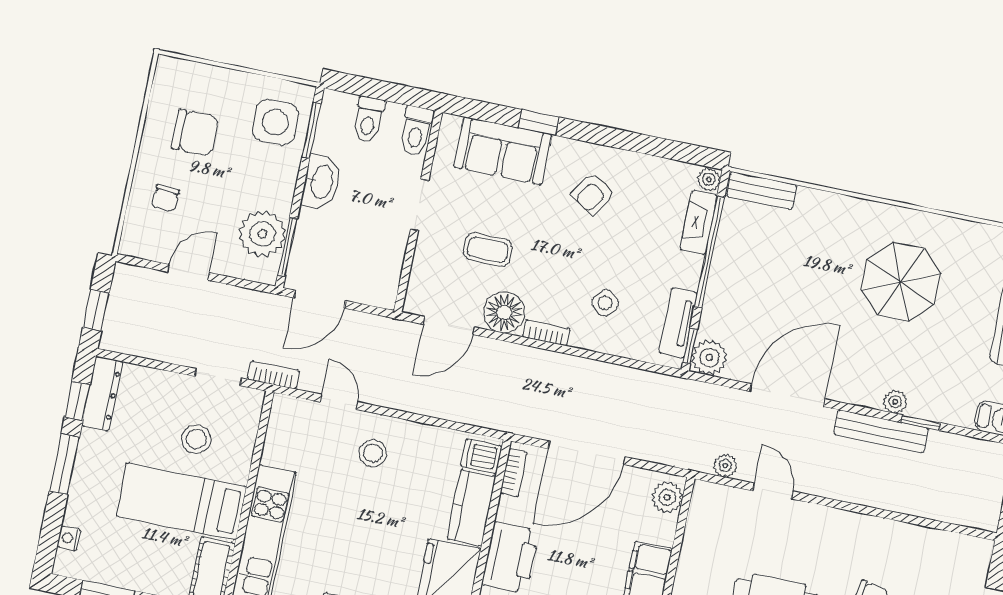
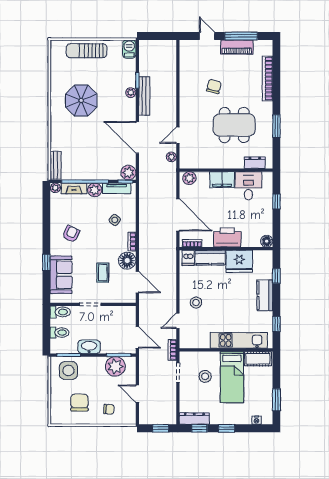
armchair: (593, 194) -> (71, 234), turned -99
plant: (685, 270) -> (95, 190), added
window: (64, 464) -> (227, 428), width x0.67

